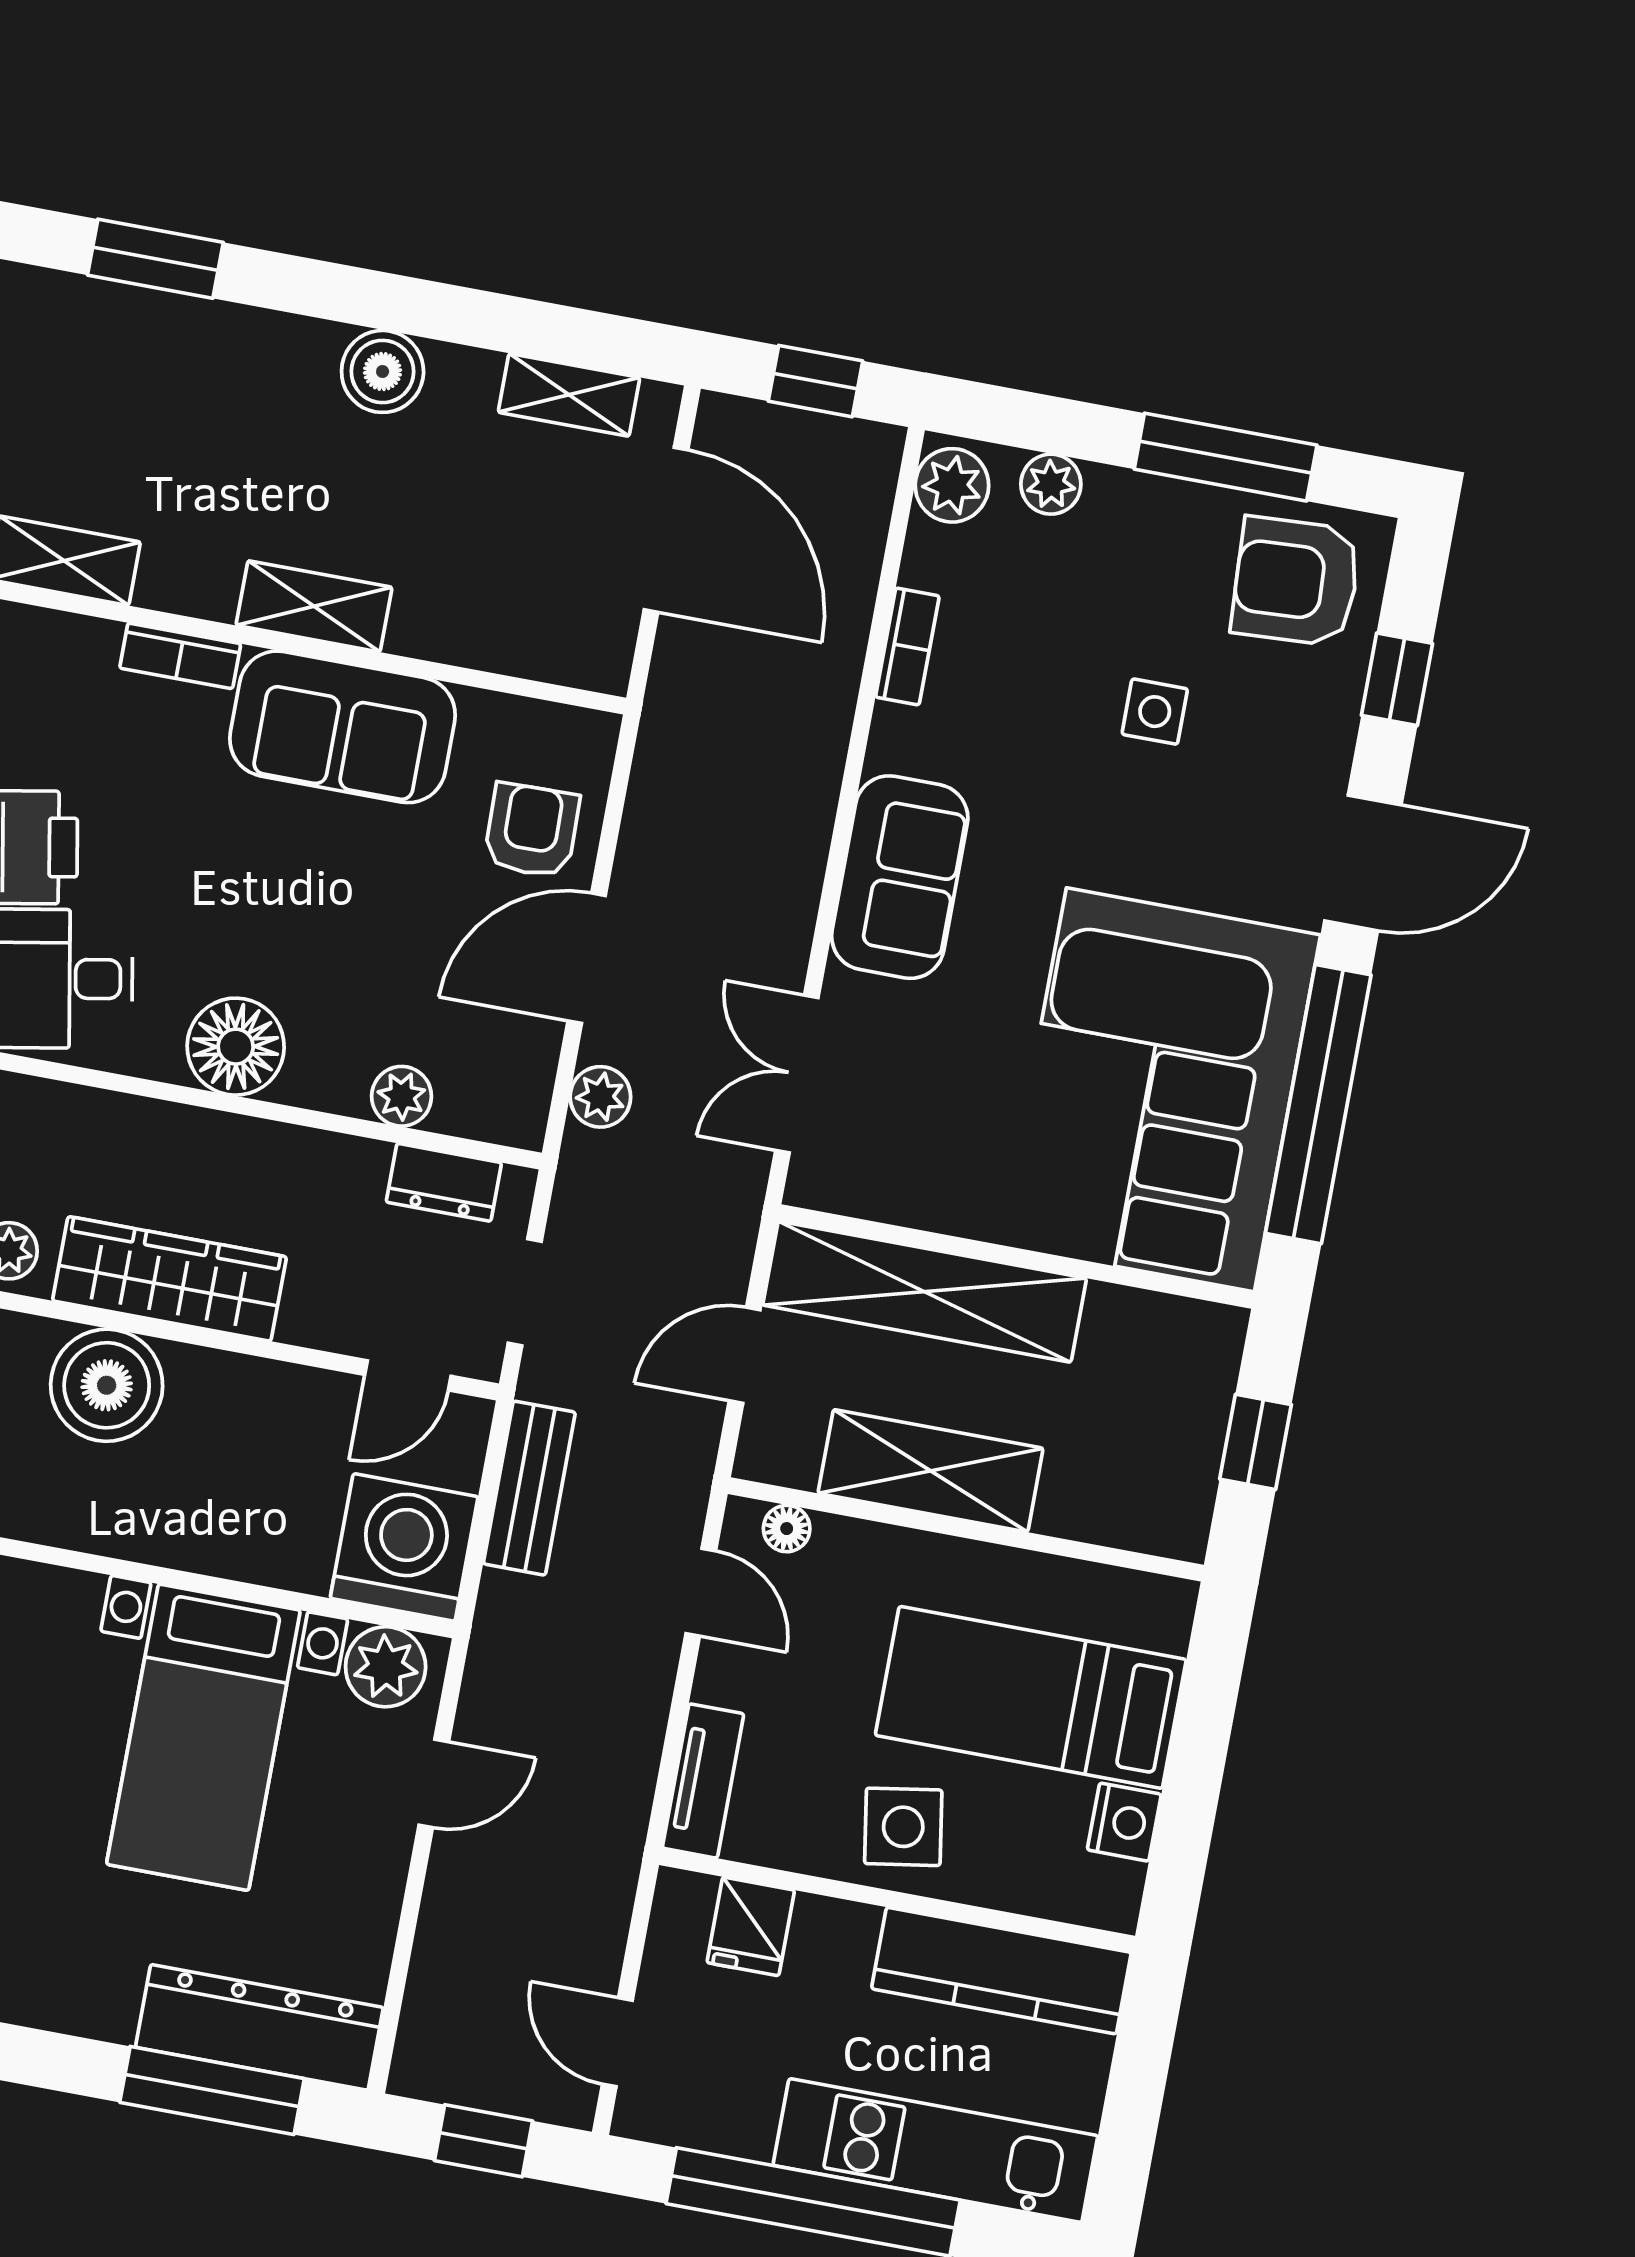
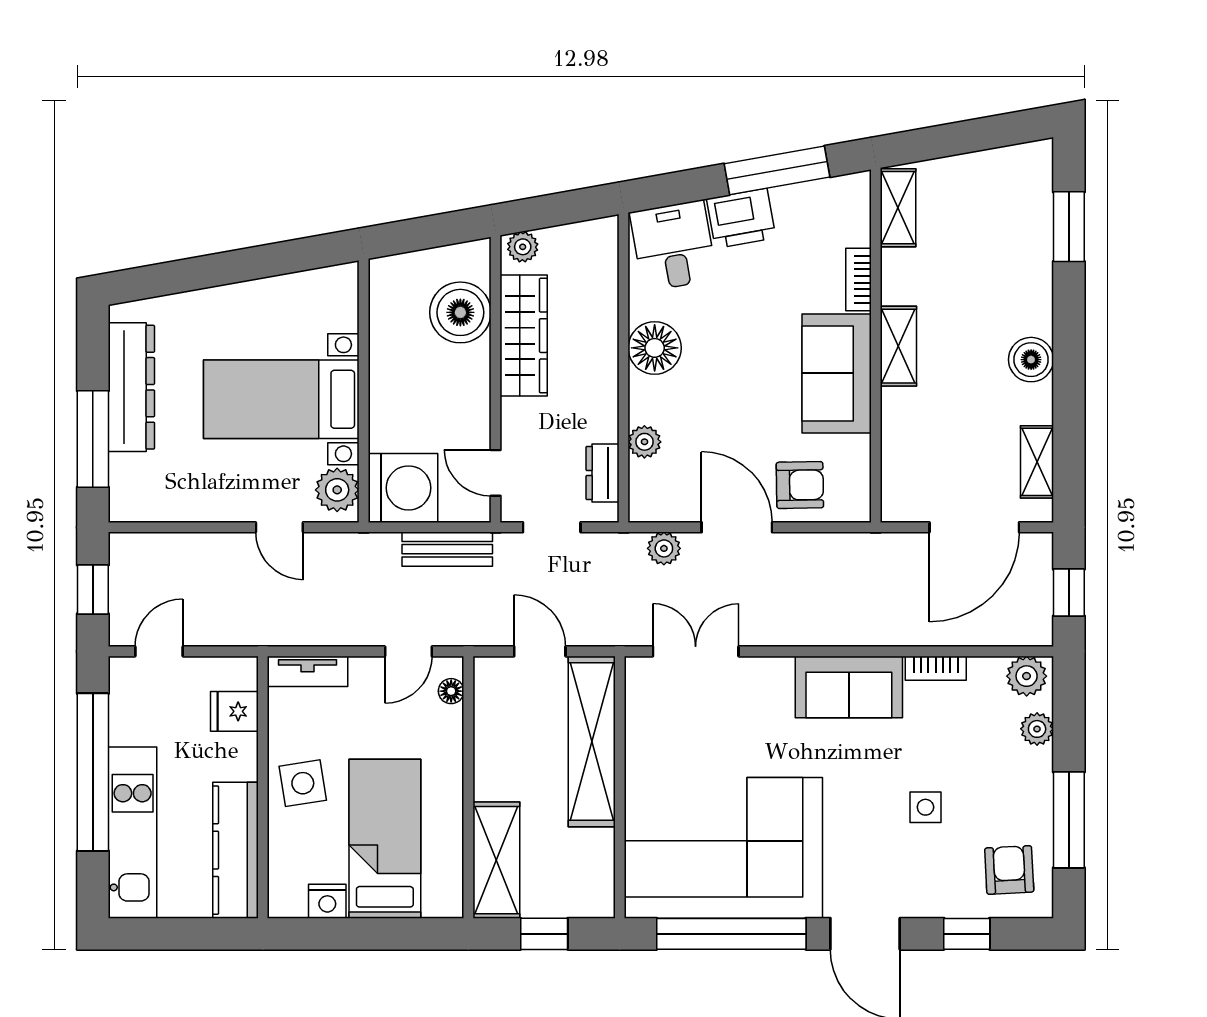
armchair: (1296, 581) -> (1009, 870), width x0.72, depth x0.72
sofa: (900, 877) -> (849, 687), moved
shelving: (931, 1471) -> (496, 860), moved
dresser: (259, 2027) -> (131, 387), moved

